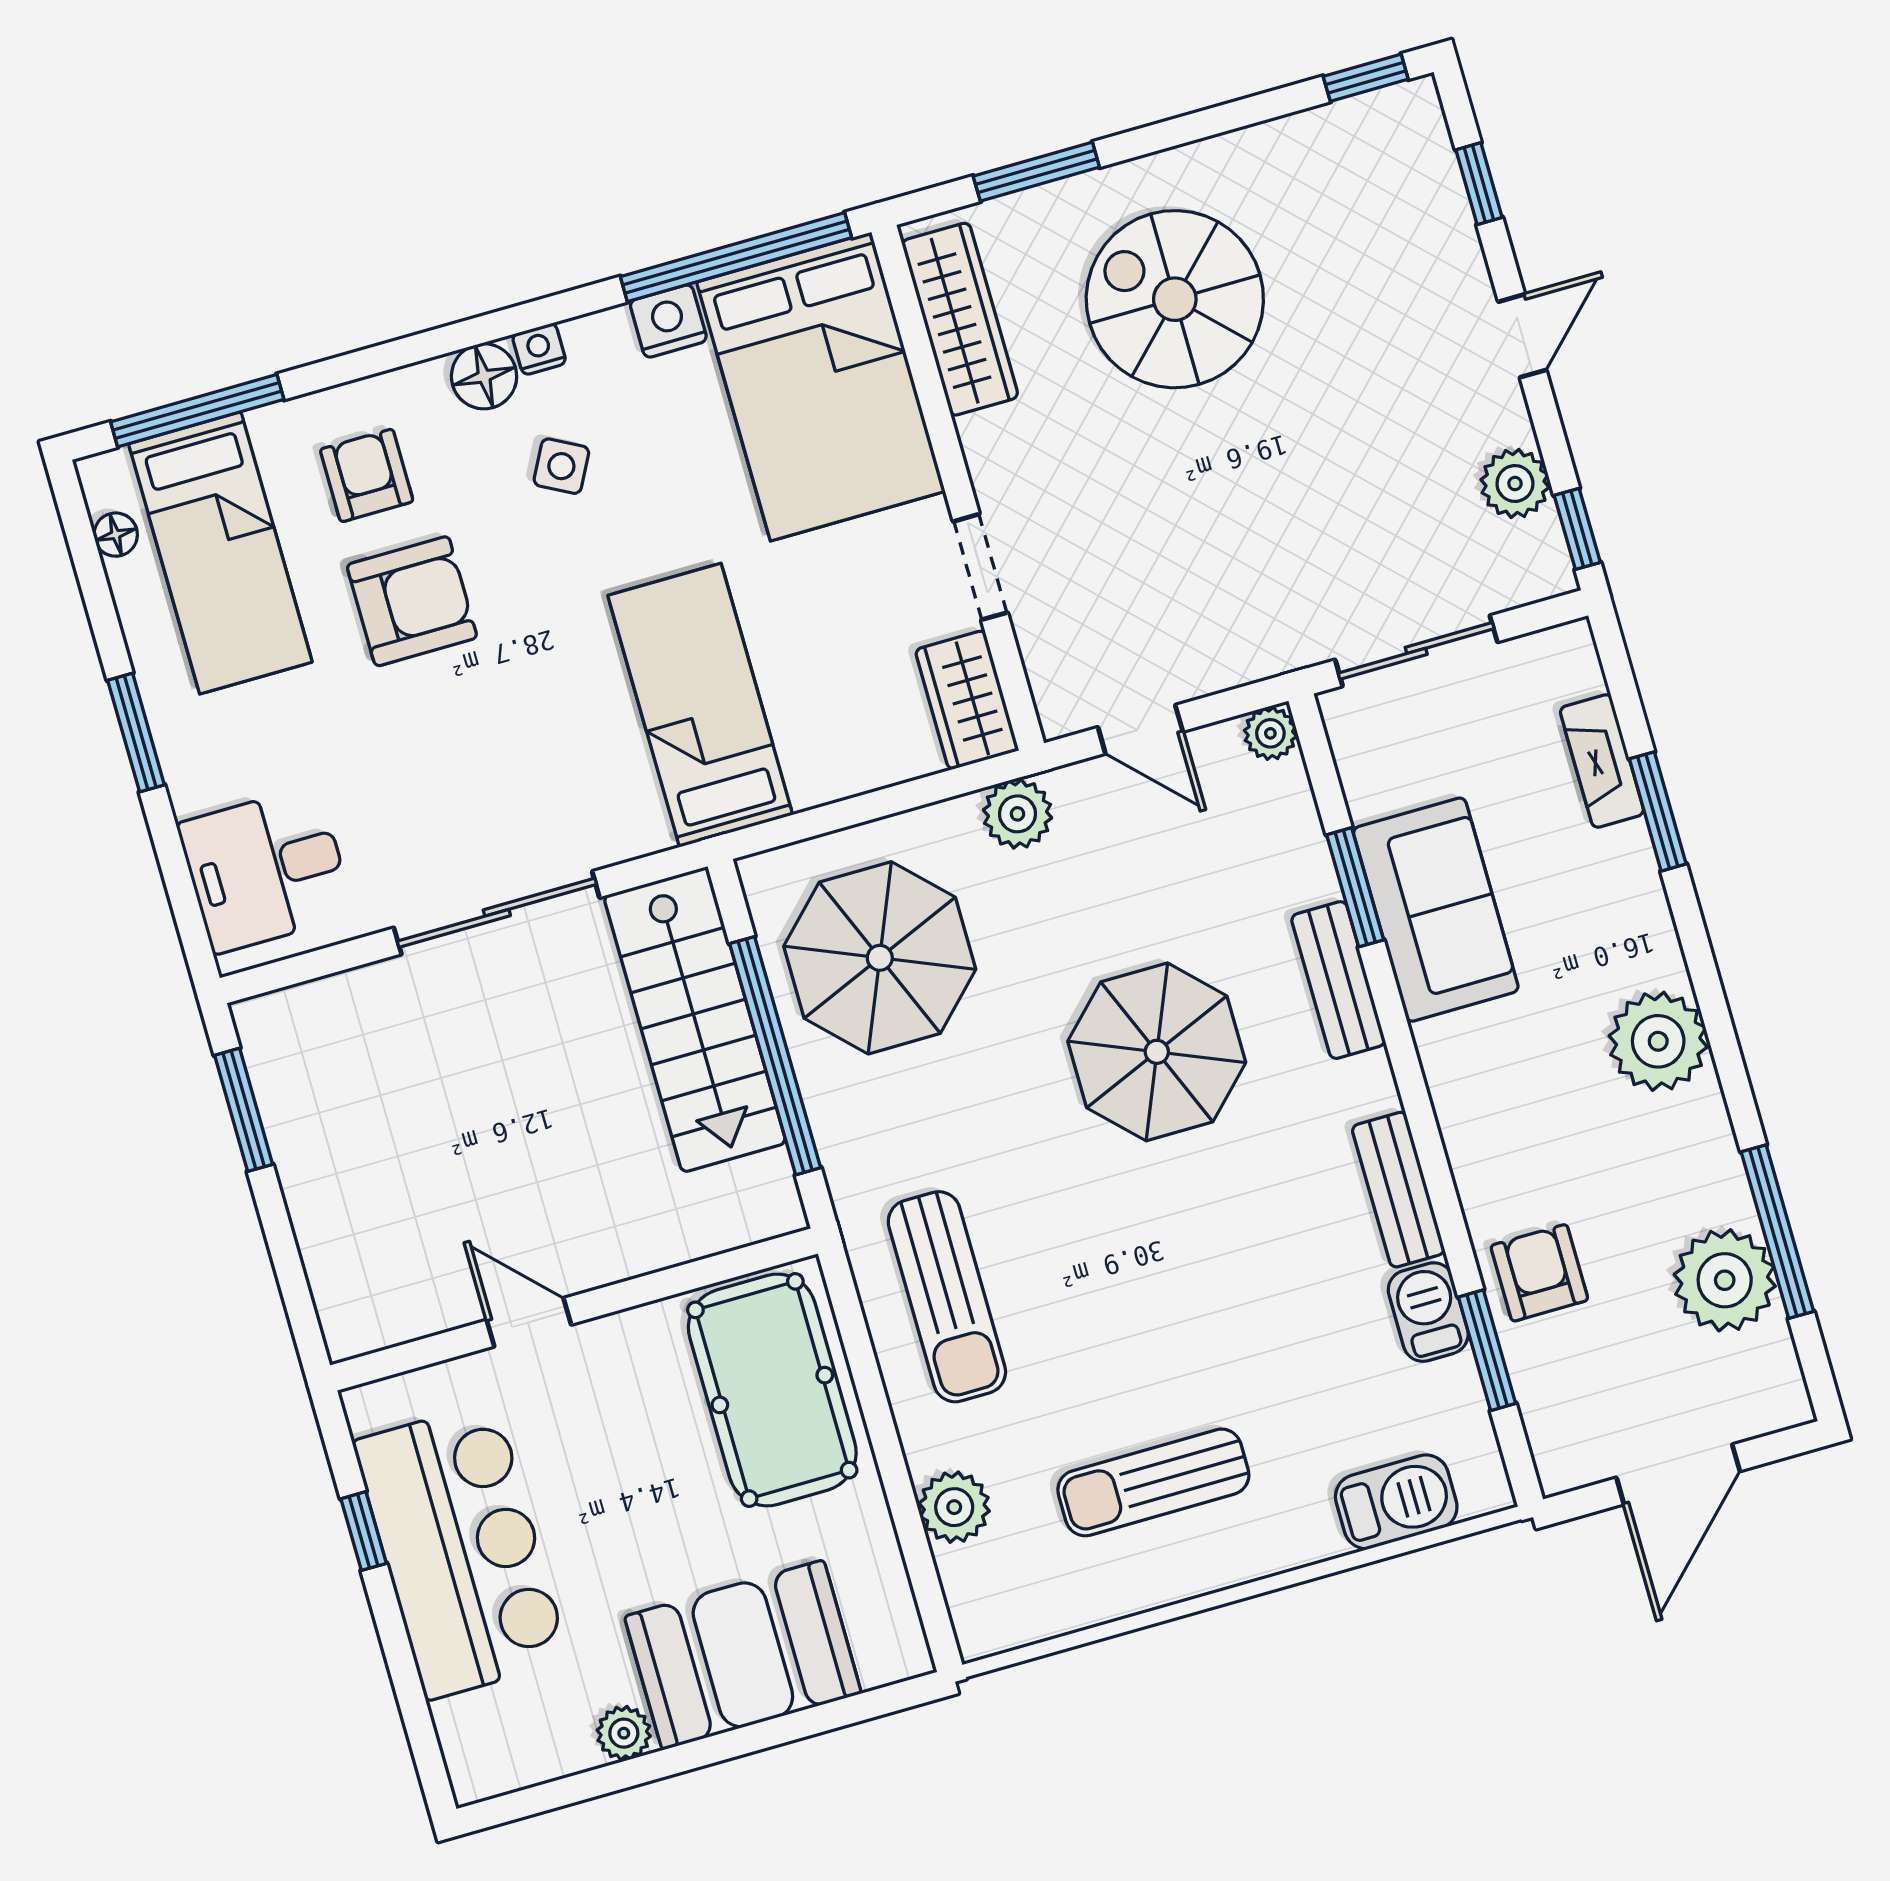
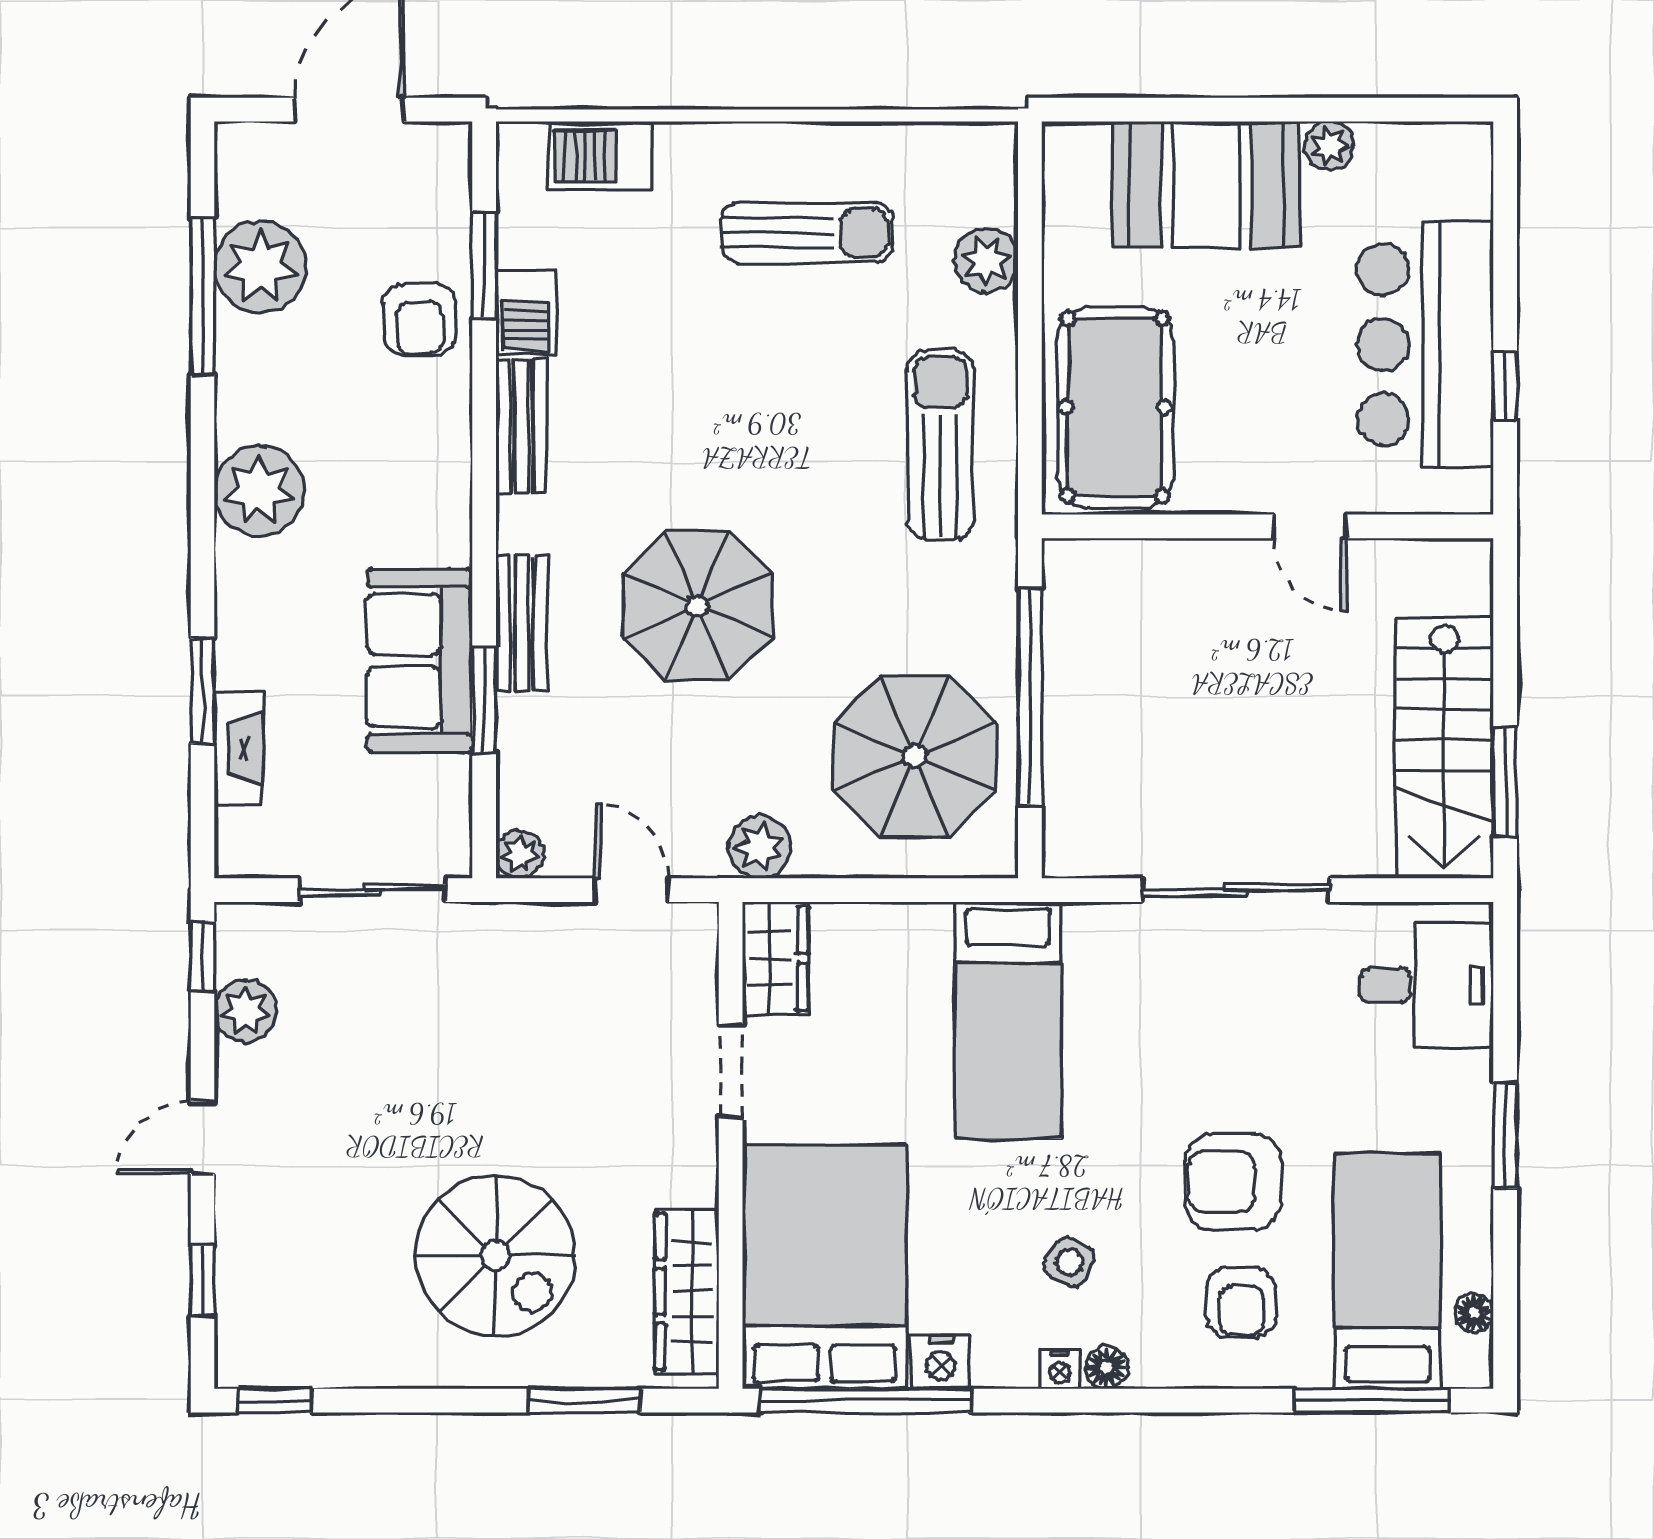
floor lamp: (484, 376) -> (1107, 1367), width x0.73, depth x0.73
stairs: (695, 1020) -> (1444, 748), moved, turned 180

